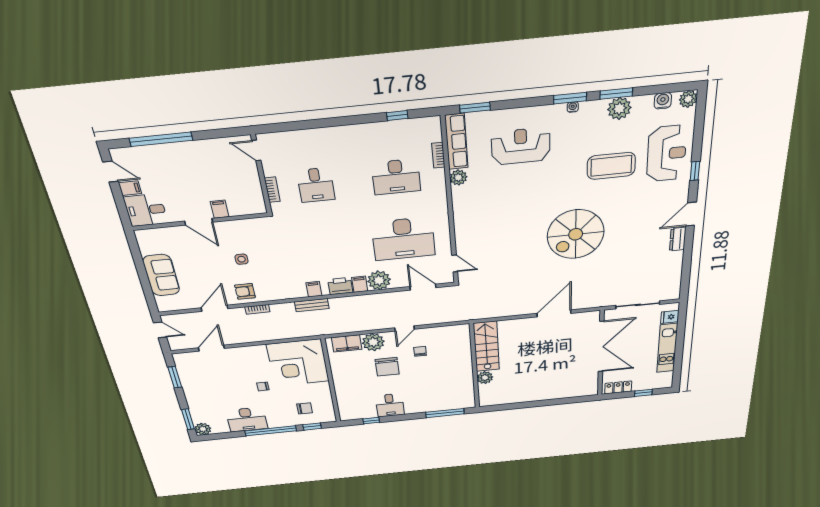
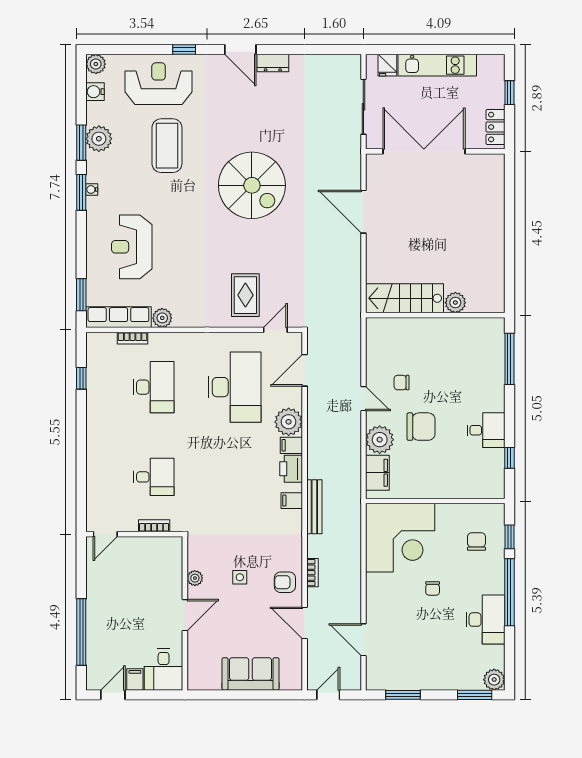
filing cabinet: (220, 209) -> (172, 588), removed
plant: (233, 226) -> (195, 578), added
rug: (482, 239) -> (245, 295), added
armchair: (245, 291) -> (285, 582), turned 90
bench: (312, 305) -> (314, 507), width x1.36

